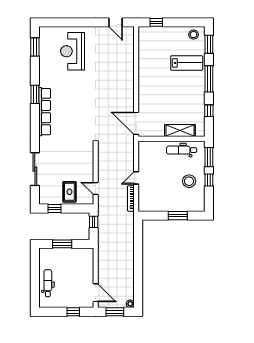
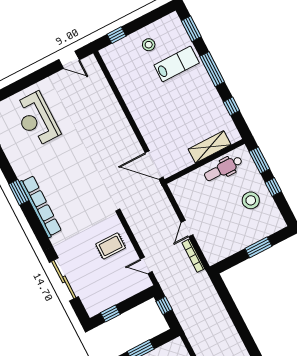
stool: (194, 35) -> (149, 45), moved
rug: (69, 192) -> (111, 246), moved, turned 90

